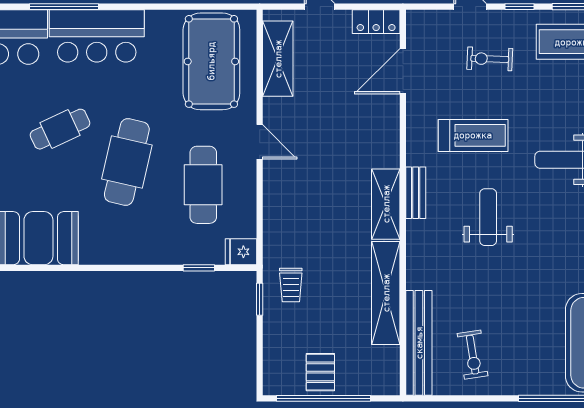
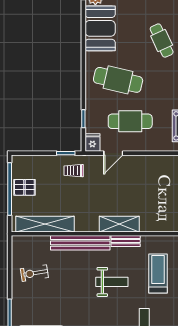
treadmill: (473, 135) -> (158, 274), turned 180
door: (260, 142) -> (113, 153), moved
cafe table: (127, 162) -> (118, 80), moved
shelving: (386, 293) -> (45, 224), moved
bench: (419, 343) -> (80, 243), moved

